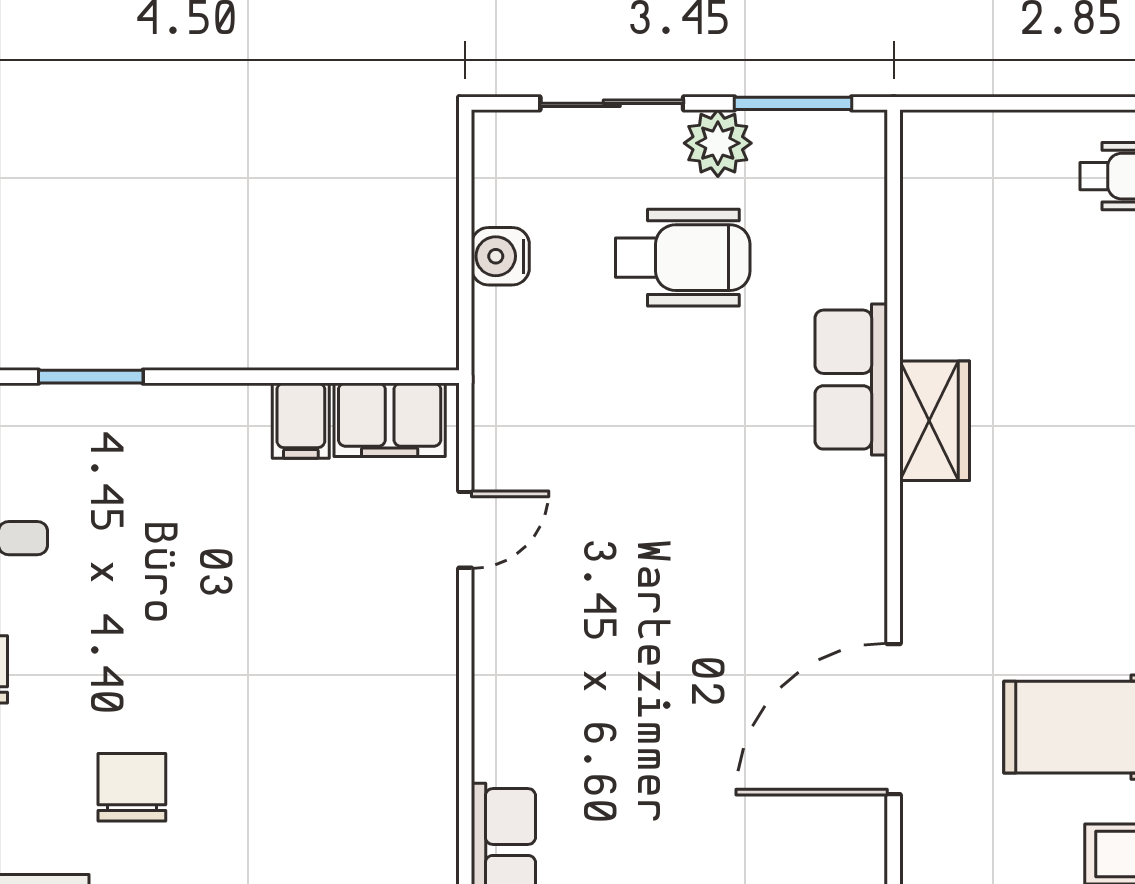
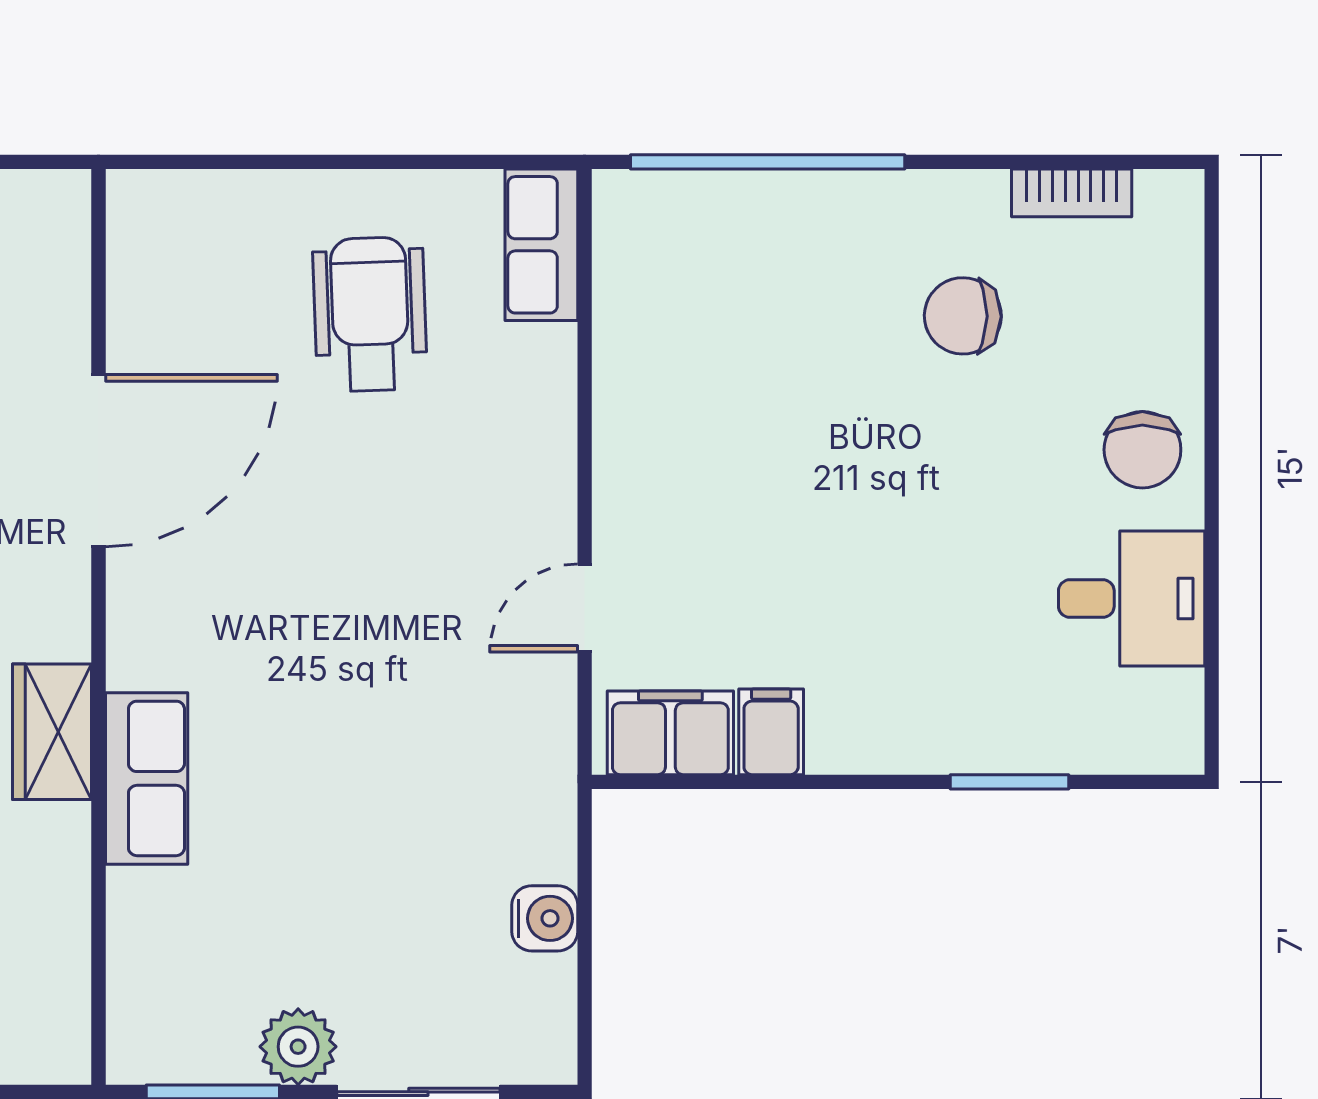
wheelchair: (683, 258) -> (370, 314), moved, turned 88
door: (894, 719) -> (99, 461), moved
chair: (132, 787) -> (963, 316), turned 91

